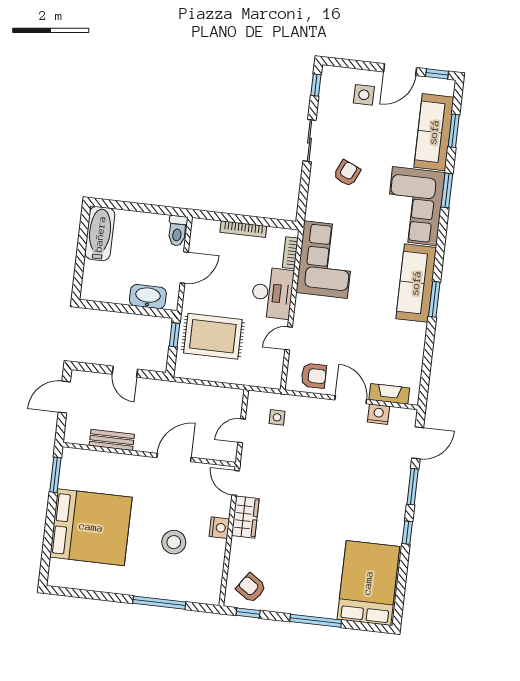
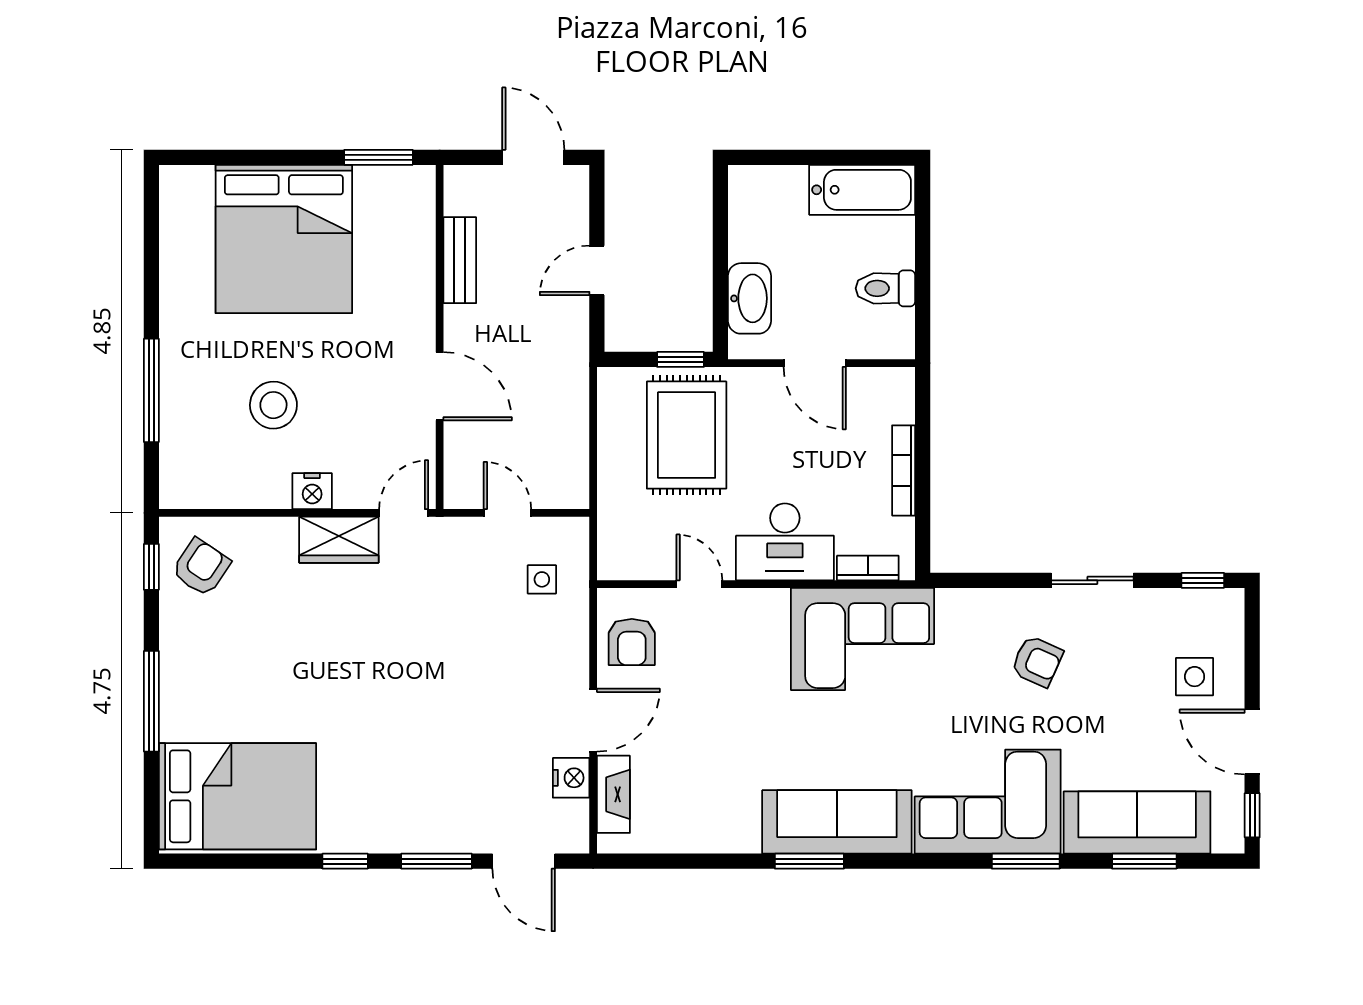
toilet: (177, 231) -> (885, 288), moved

